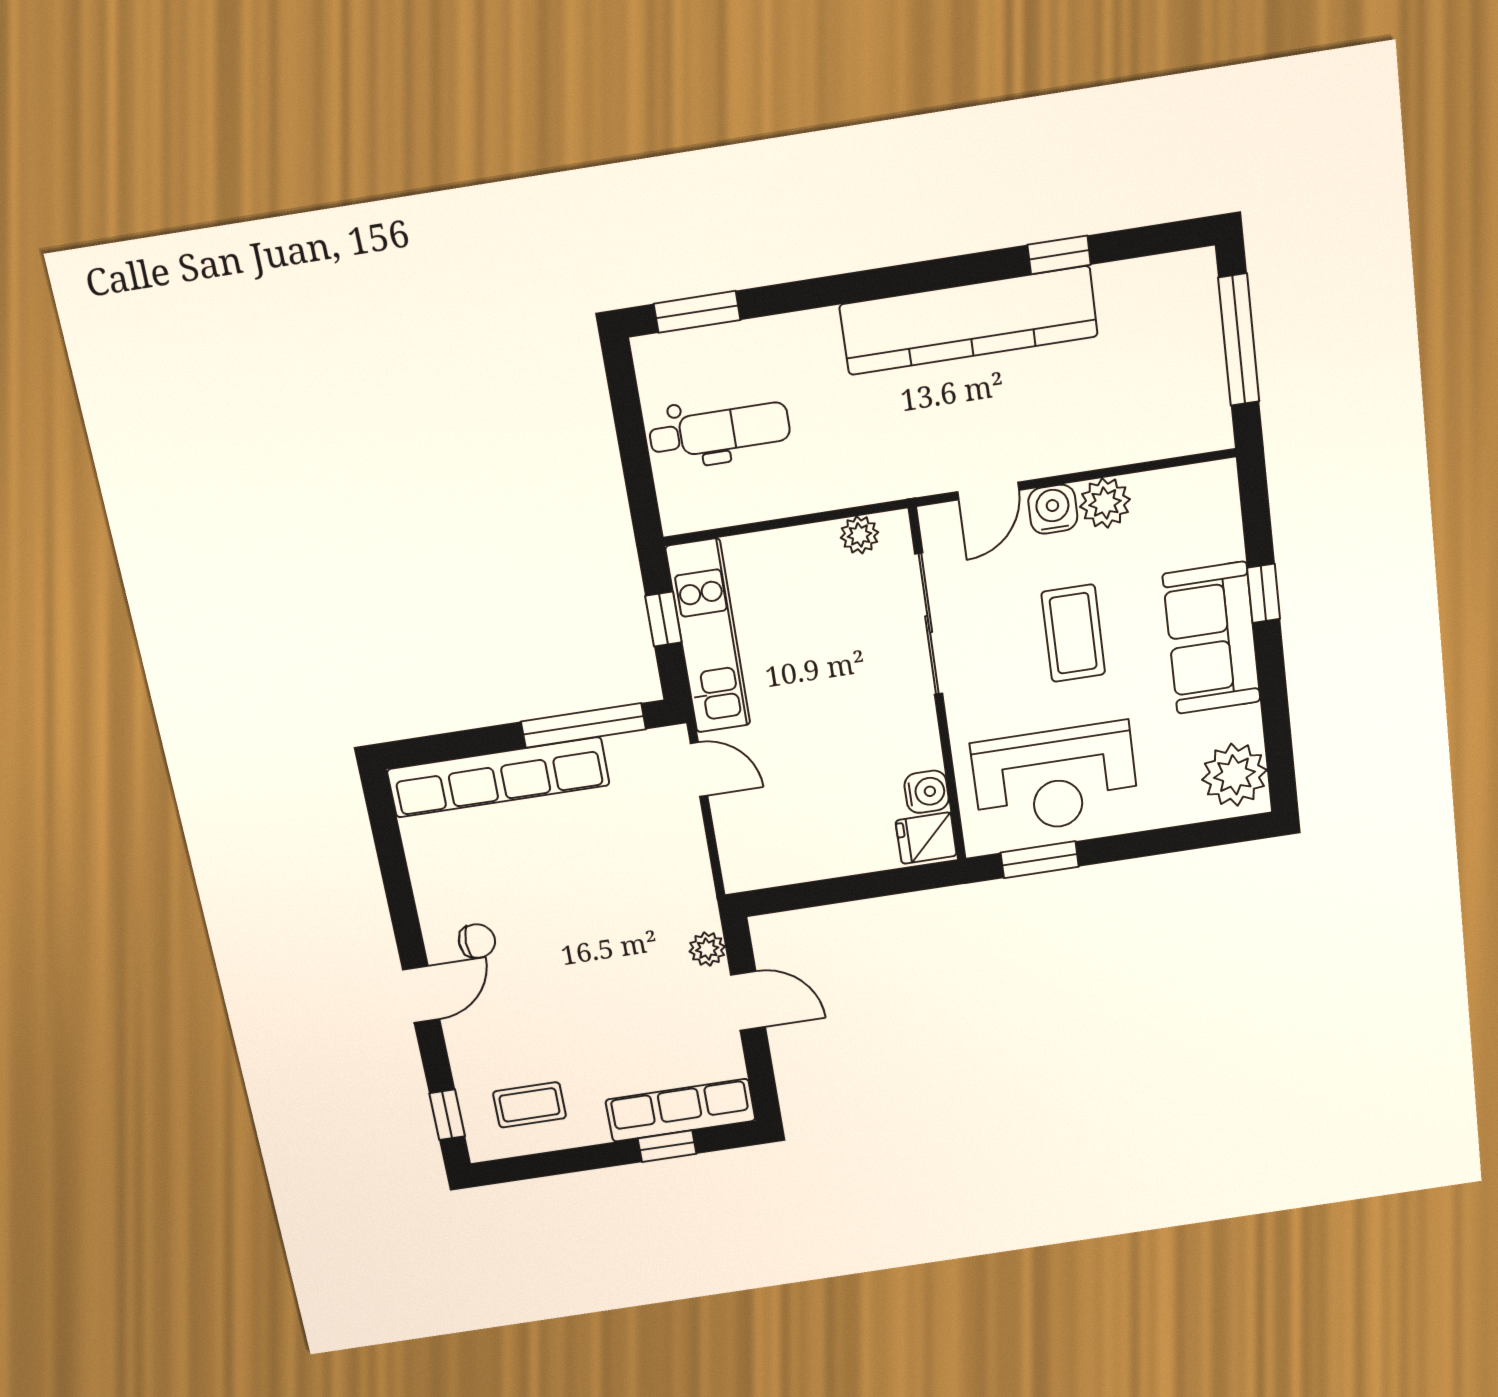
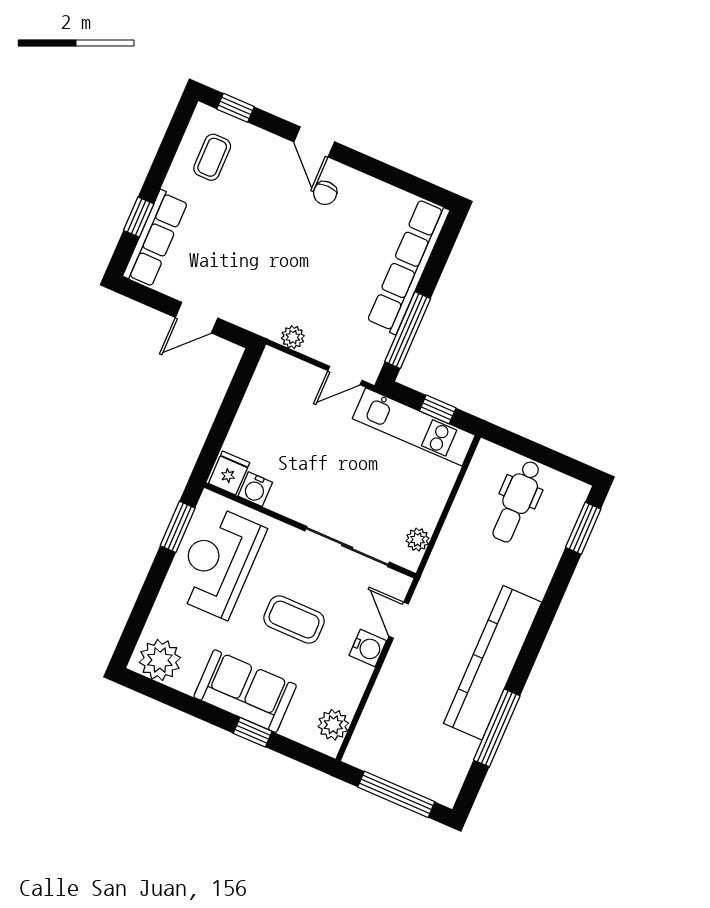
window: (1059, 255) -> (497, 728), width x2.17
plant: (1105, 503) -> (333, 725), moved
plant: (707, 949) -> (293, 337), moved

